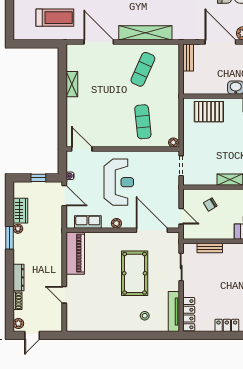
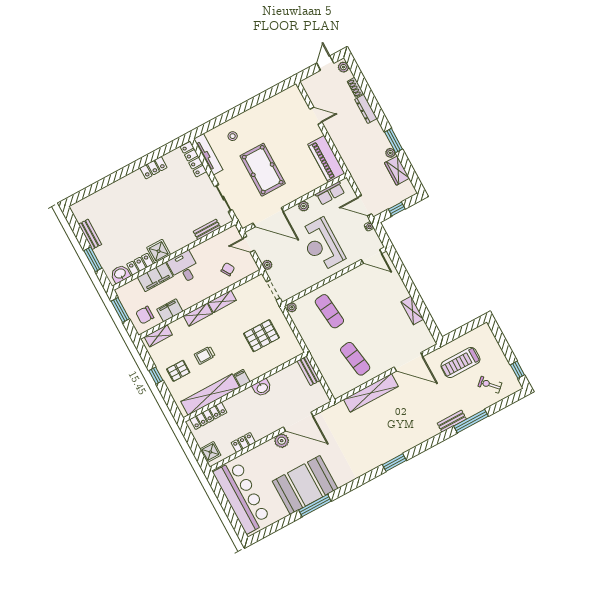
bench: (188, 58) -> (309, 371), moved
exercise mat: (143, 69) -> (355, 359), turned -33
pallet: (209, 112) -> (261, 336), moved
plant: (175, 190) -> (267, 265), added

